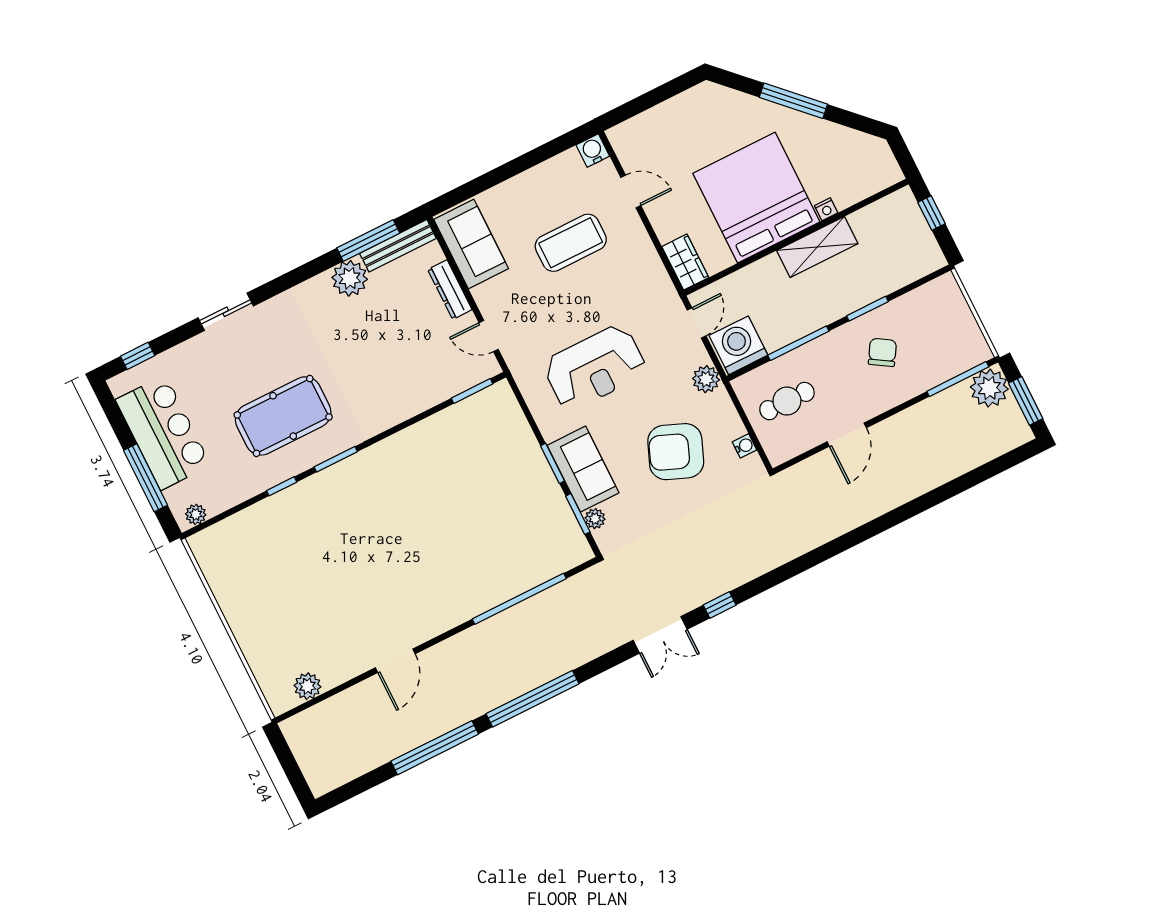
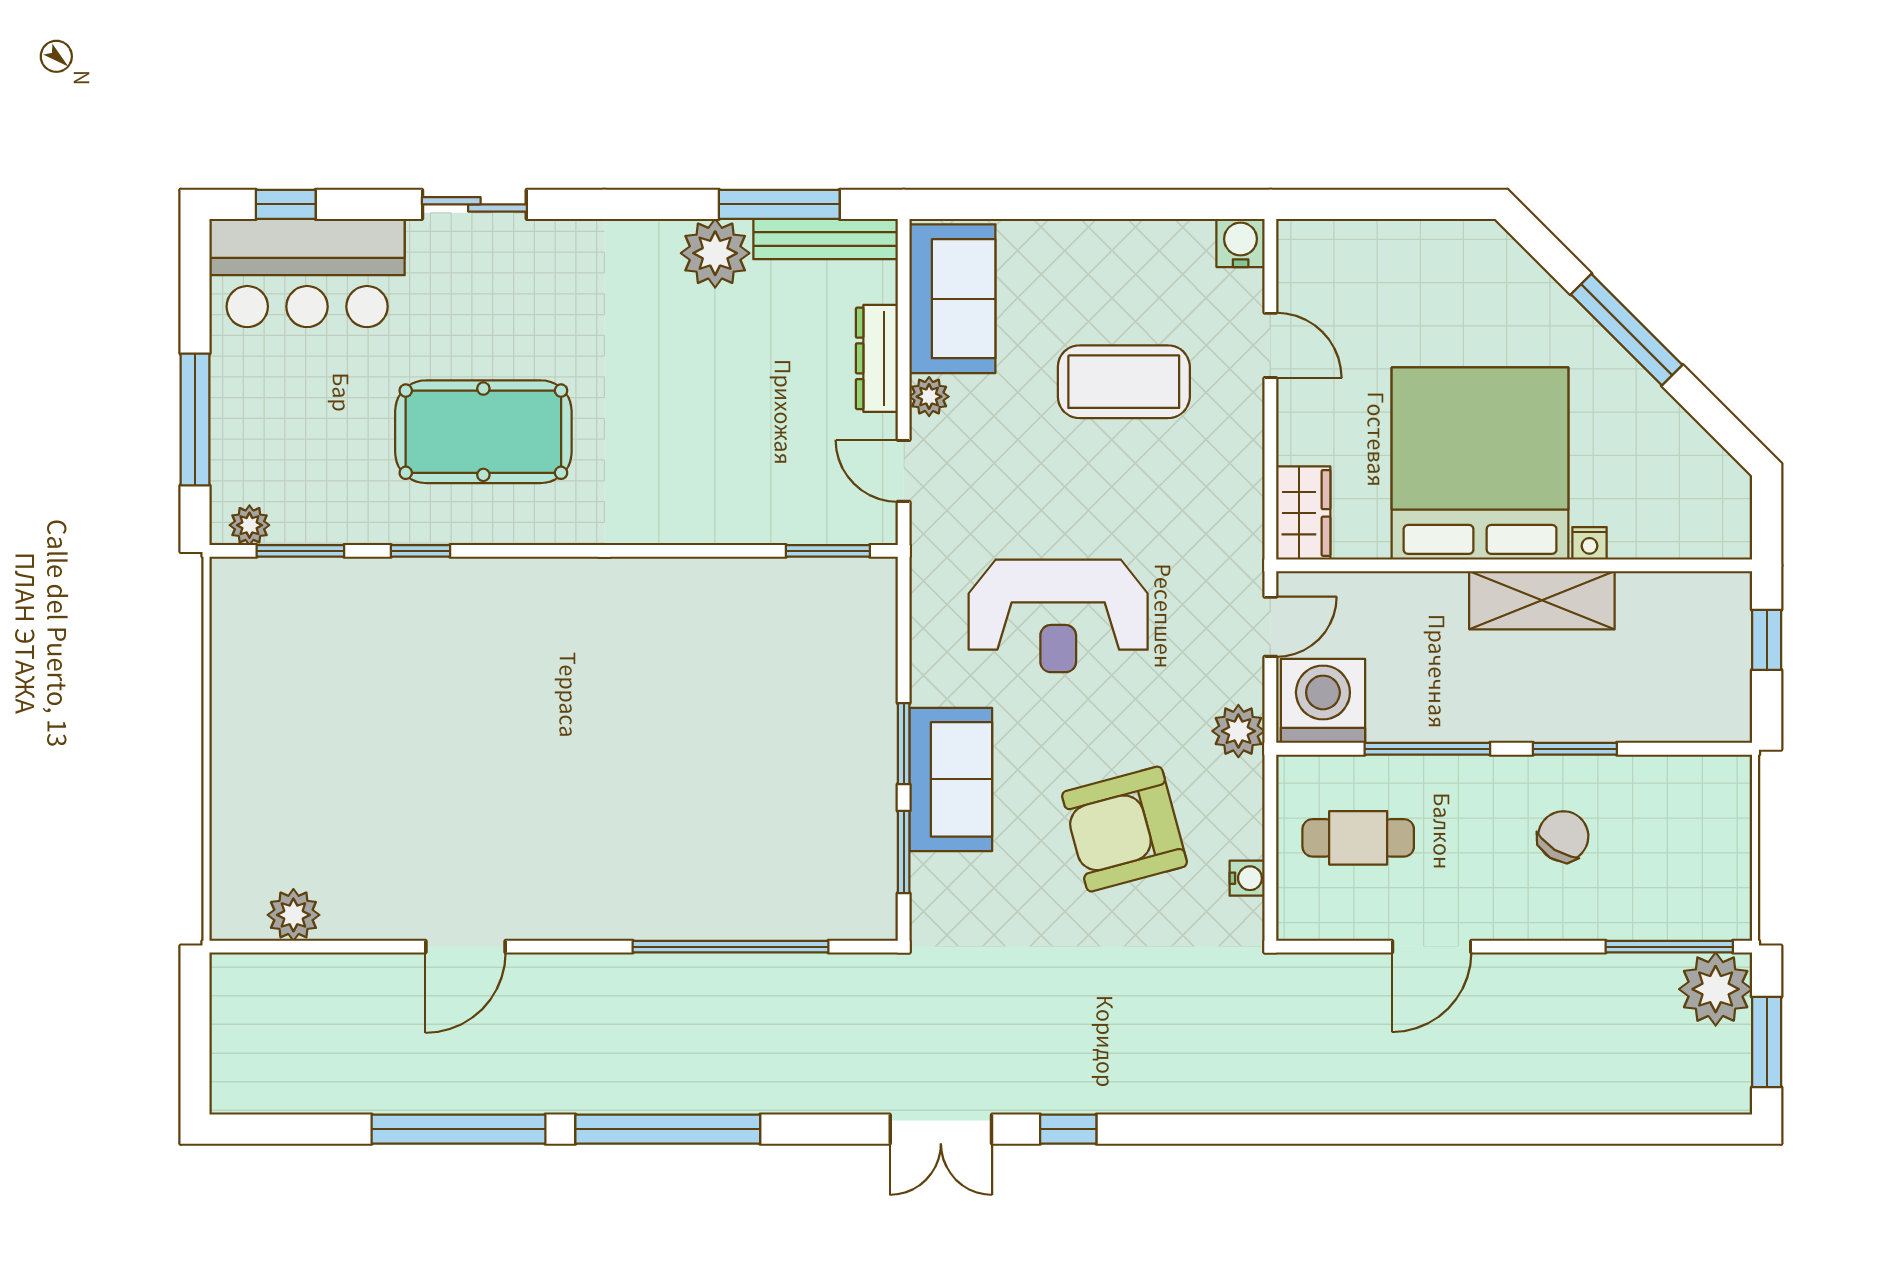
bar counter: (163, 433) -> (307, 273), moved, turned 90
armchair: (676, 452) -> (1125, 829), turned -37
window: (336, 459) -> (300, 551), moved
plant: (595, 519) -> (929, 397), moved

